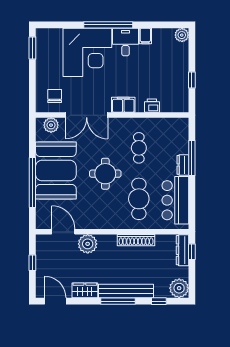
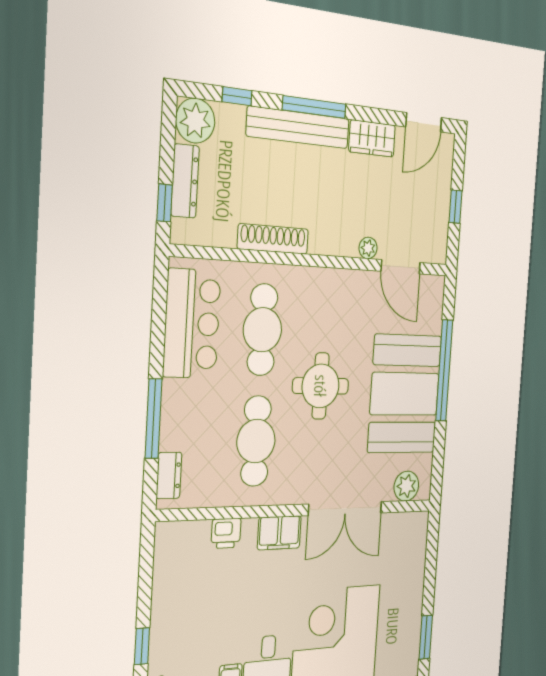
window: (192, 80) -> (142, 646), moved
chair: (55, 96) -> (396, 545), removed
double door: (87, 115) -> (345, 509), swing flipped
cafe table: (139, 148) -> (256, 441), width x1.37, depth x1.35
dresser: (183, 165) -> (169, 475), moved
plant: (88, 244) -> (368, 248), width x0.53, depth x0.53
dresser: (183, 250) -> (185, 181), moved
door: (55, 301) -> (424, 122), hinge flipped

